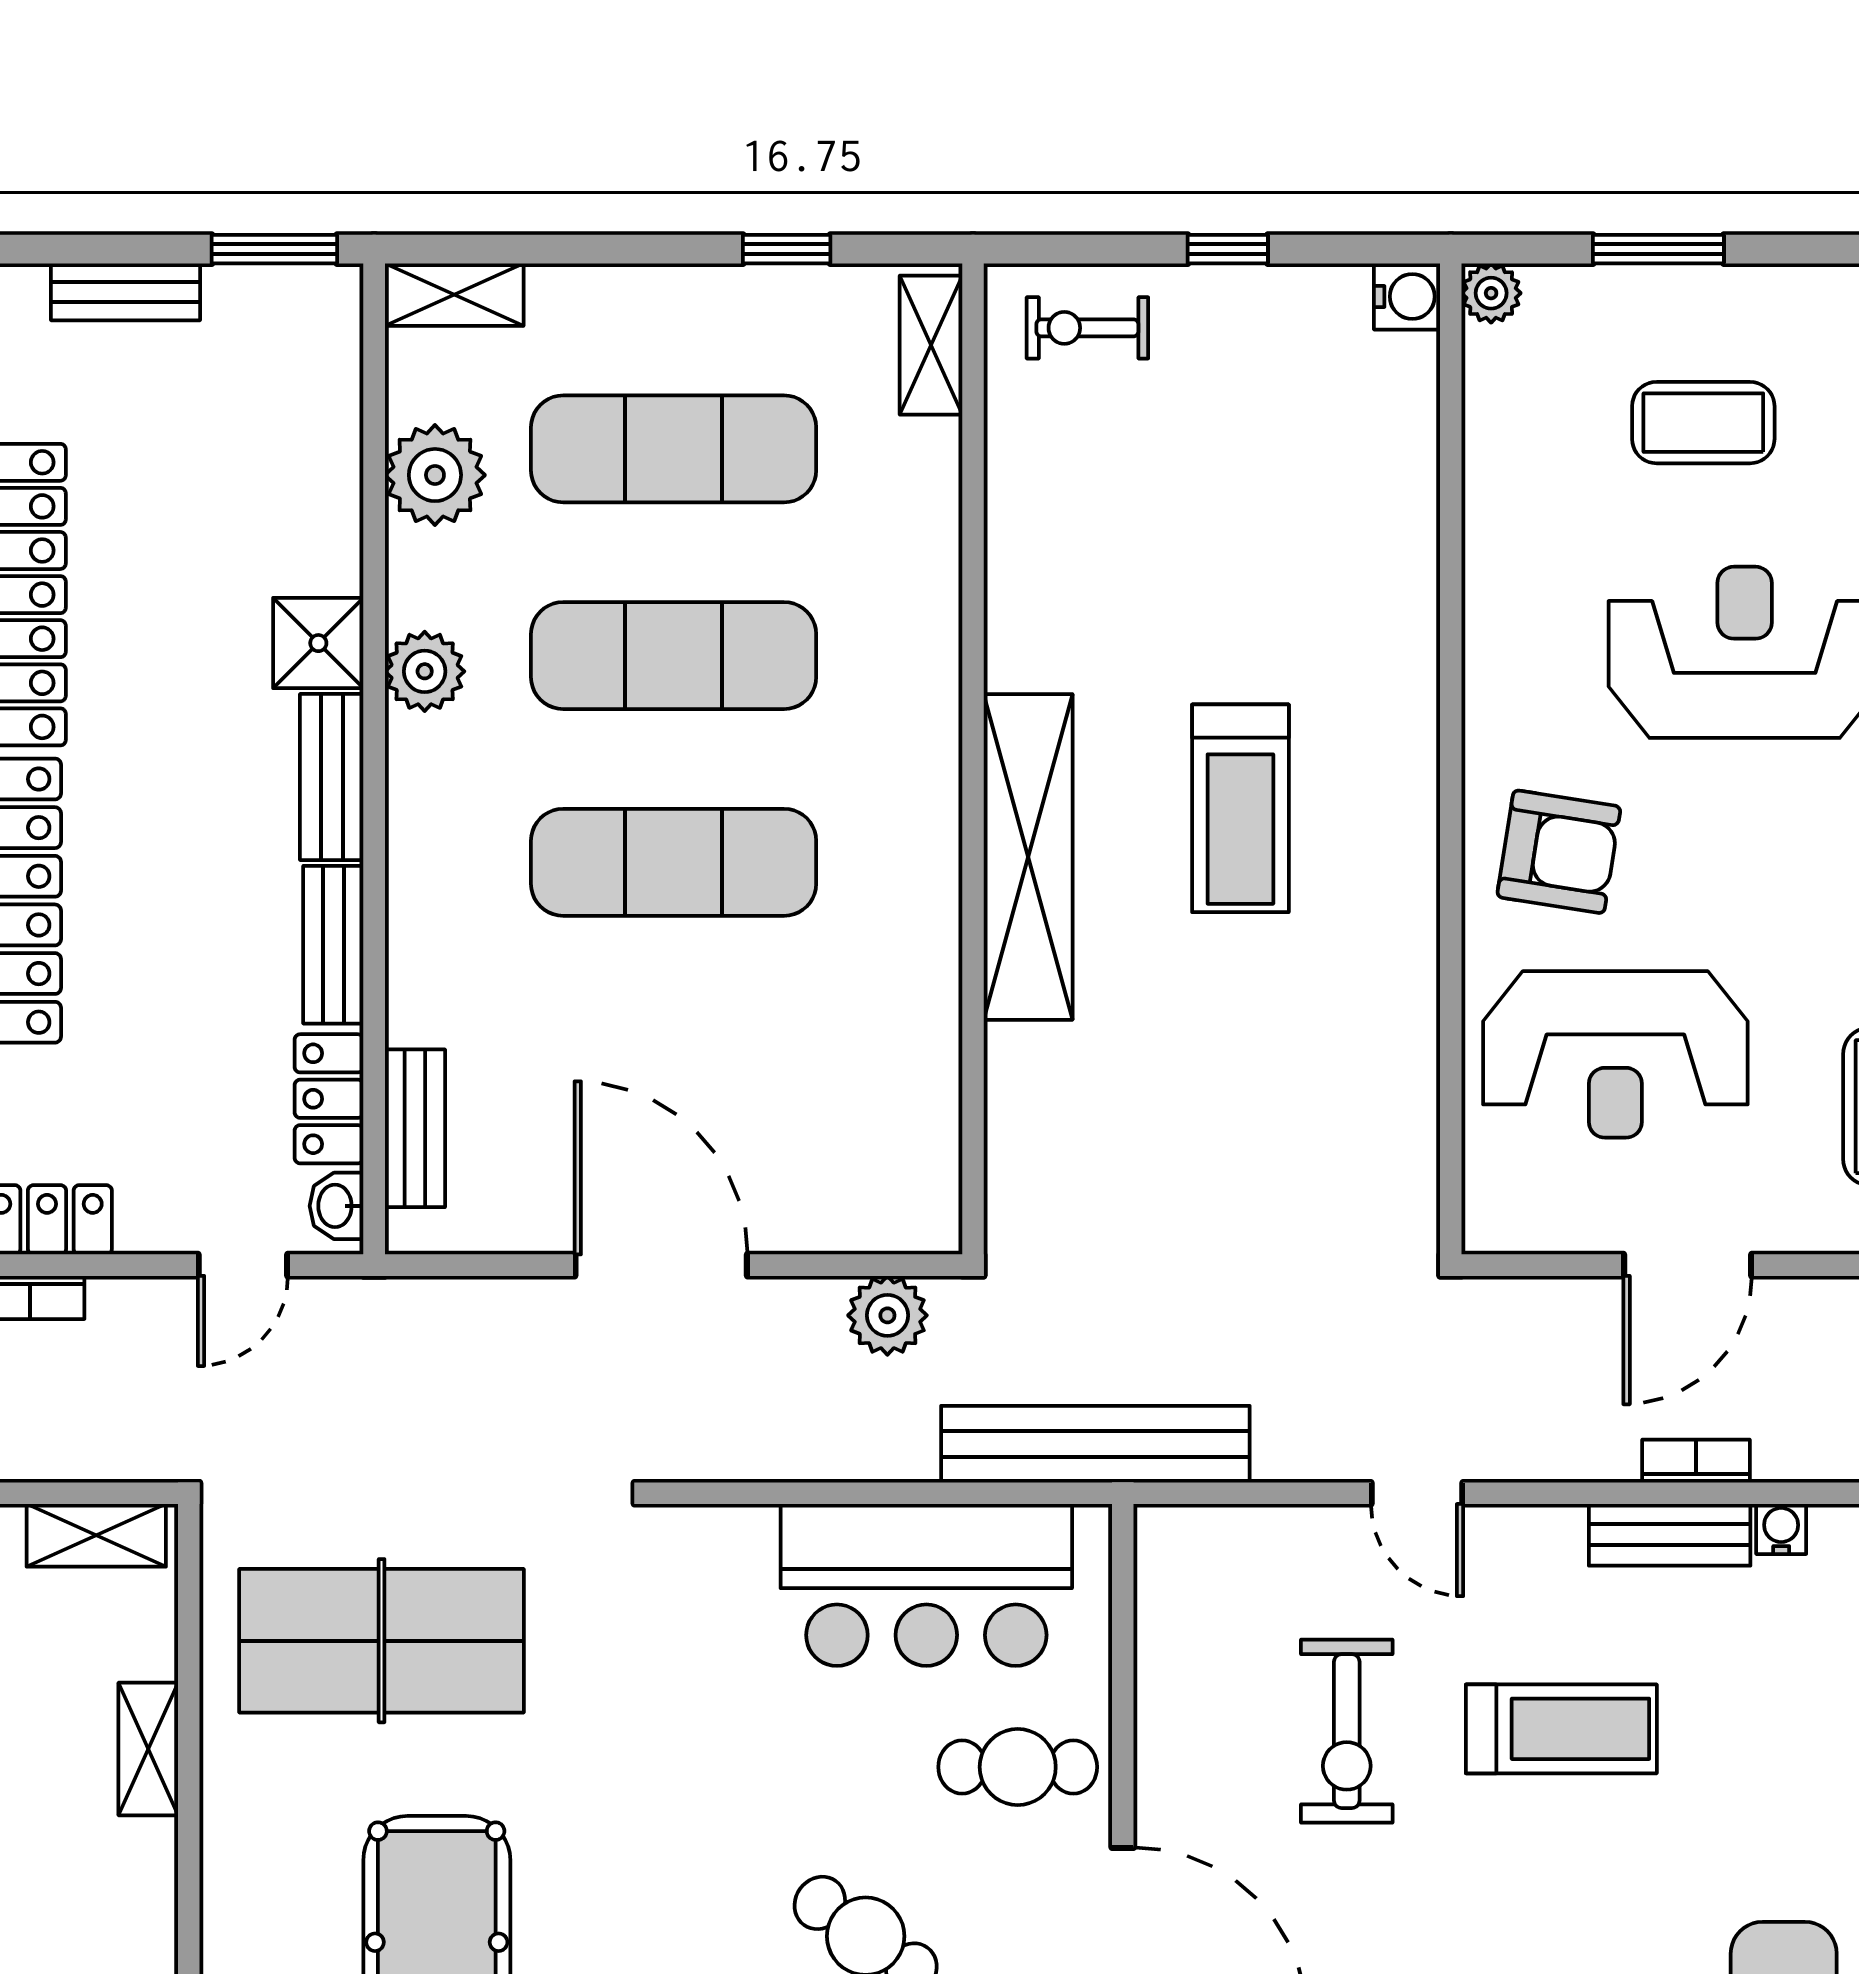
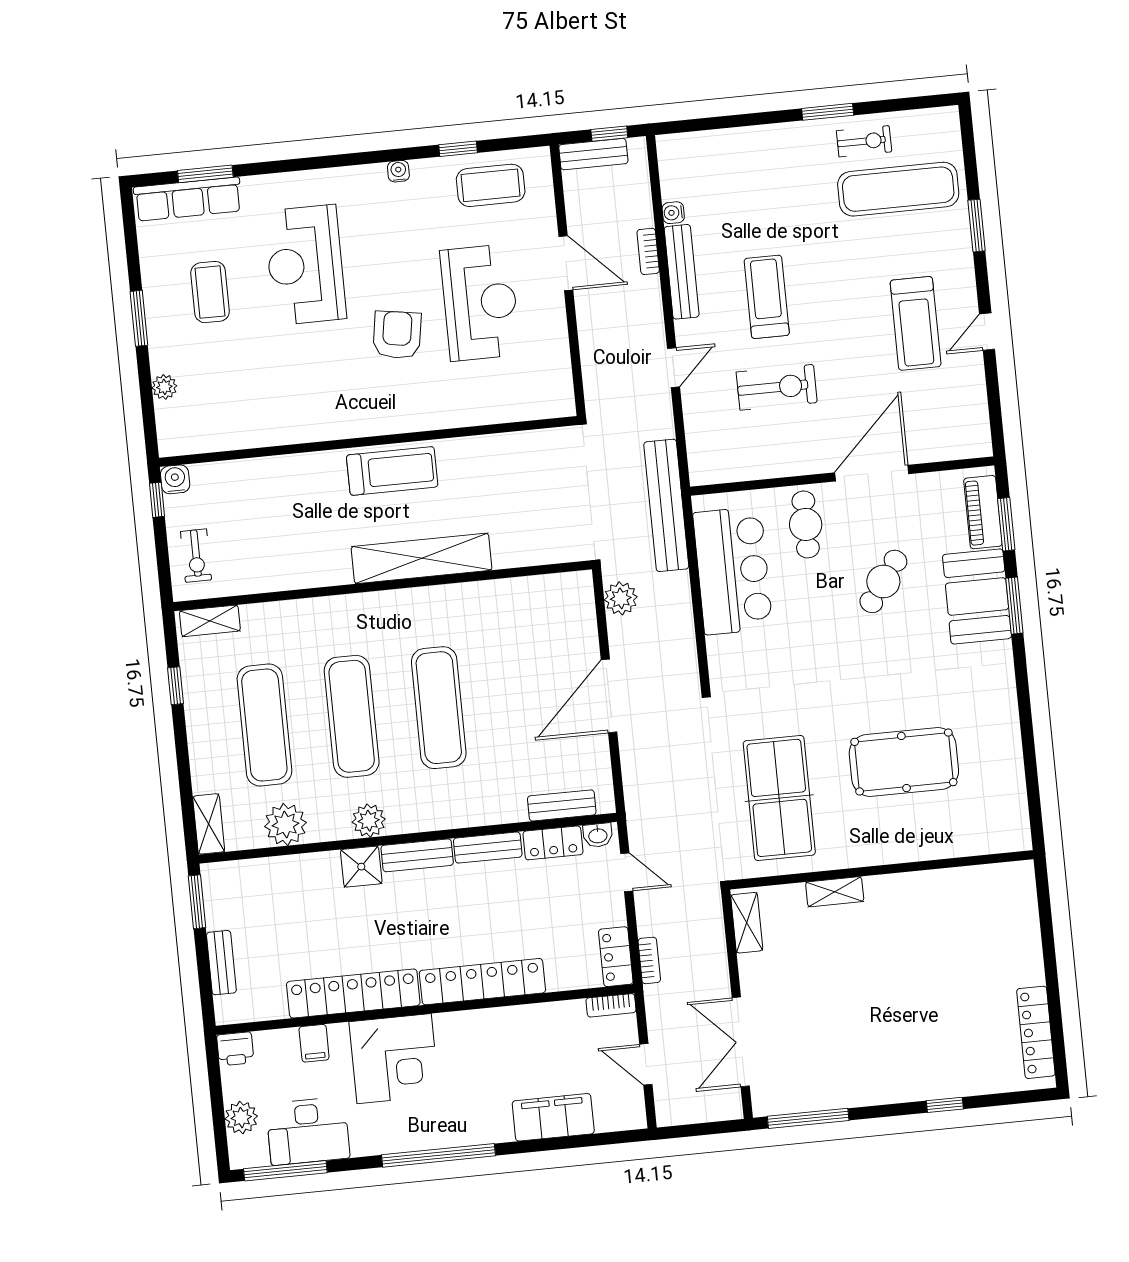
water cooler: (1407, 296) -> (175, 479), moved
wall: (1451, 759) -> (368, 441), moved
bench: (1670, 1535) -> (682, 272), width x1.36

